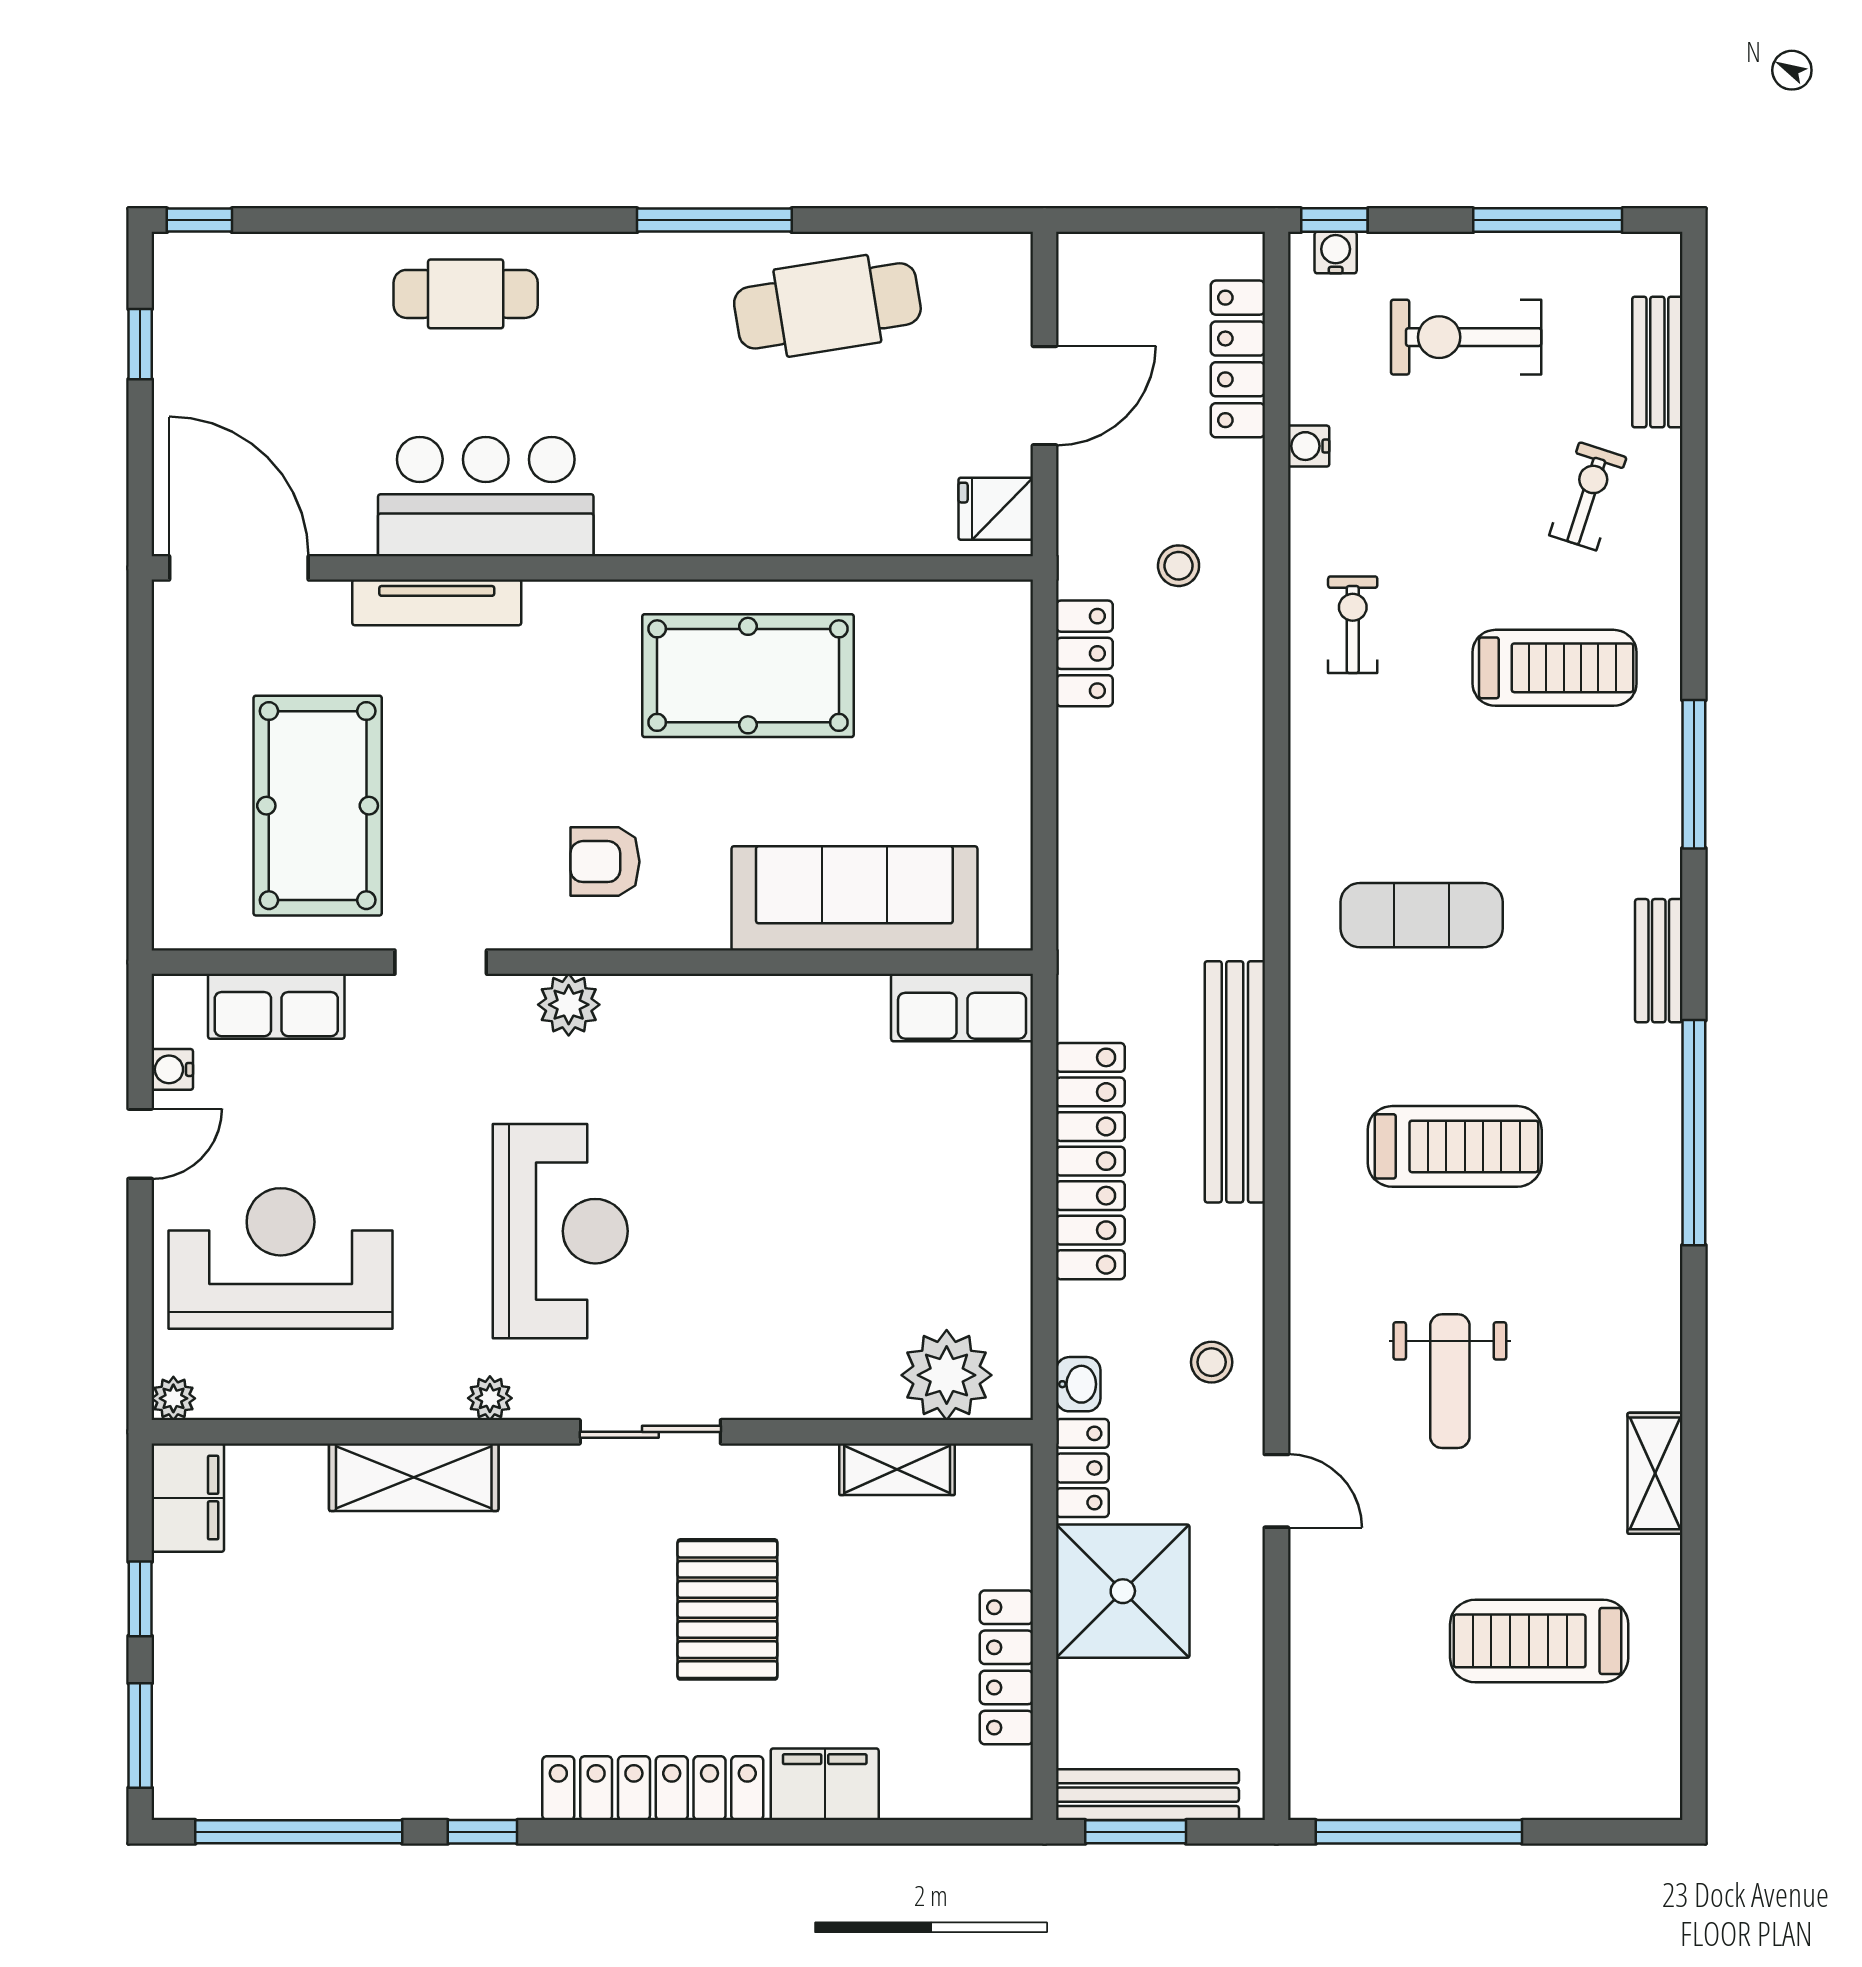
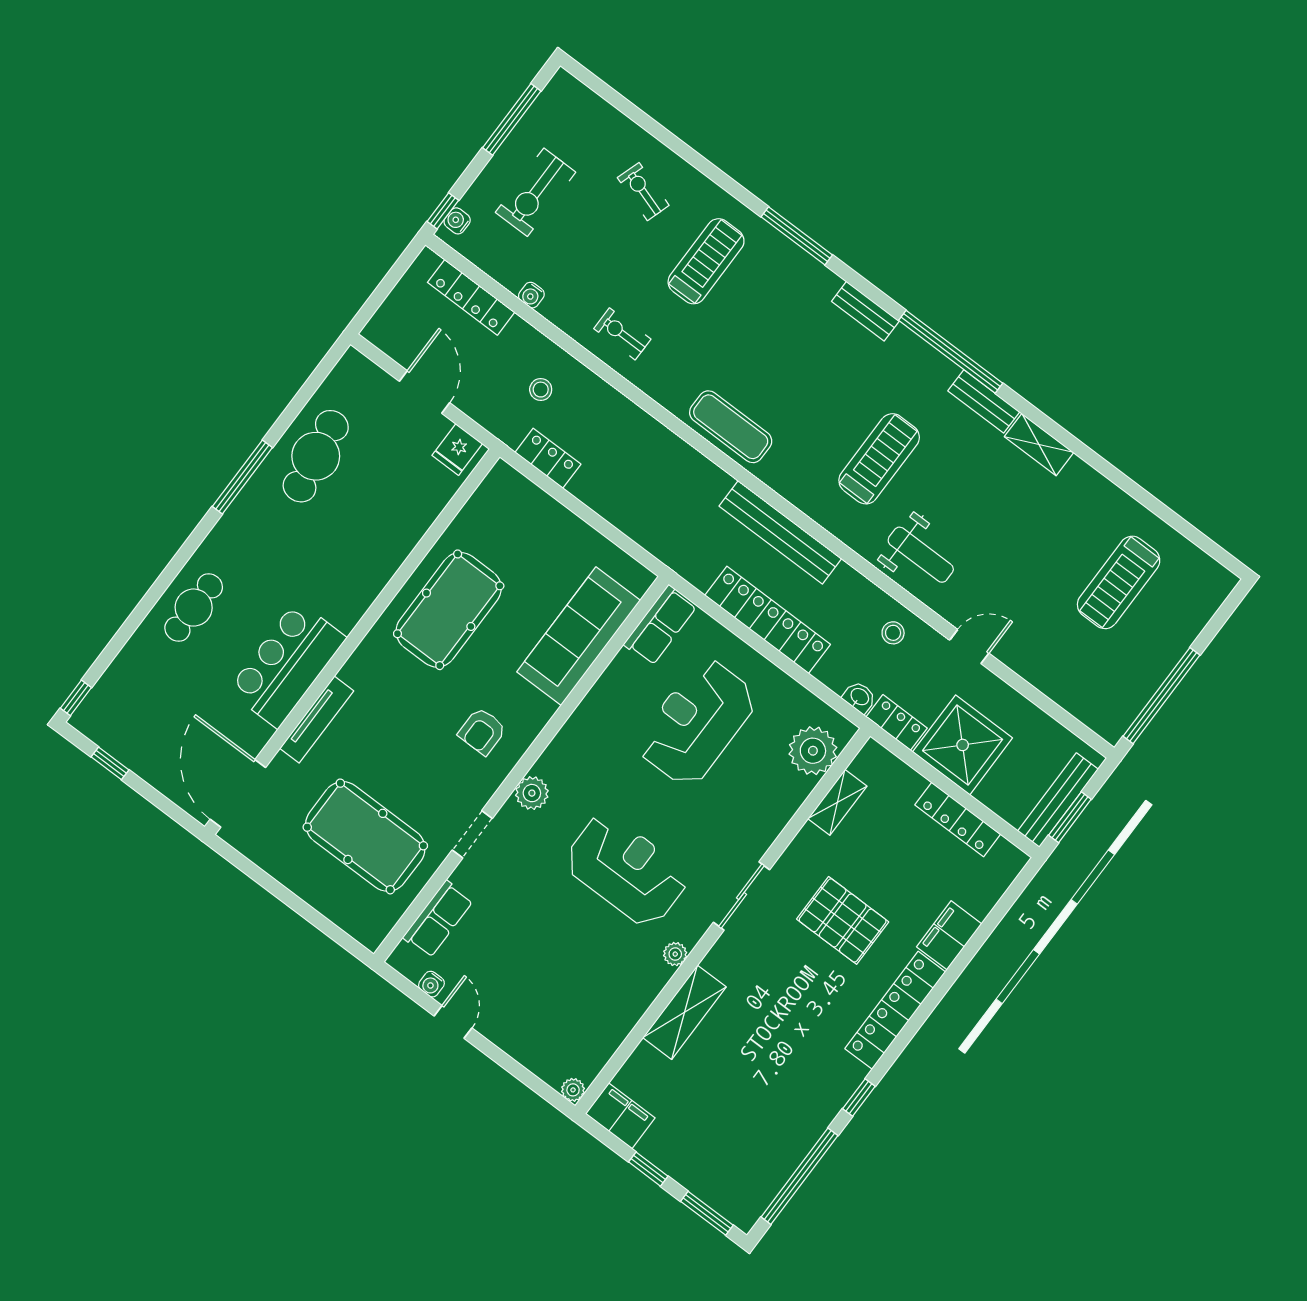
bench: (1657, 362) -> (984, 401), moved
door: (239, 568) -> (238, 793), hinge flipped
exercise mat: (1422, 915) -> (731, 427), moved, turned 90
reception desk: (281, 1258) -> (697, 722), moved
weight bench: (1450, 1381) -> (921, 555), moved
shelving: (1655, 1473) -> (1039, 445), moved

